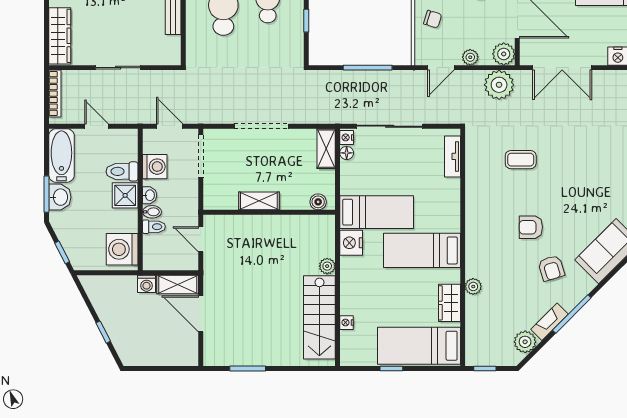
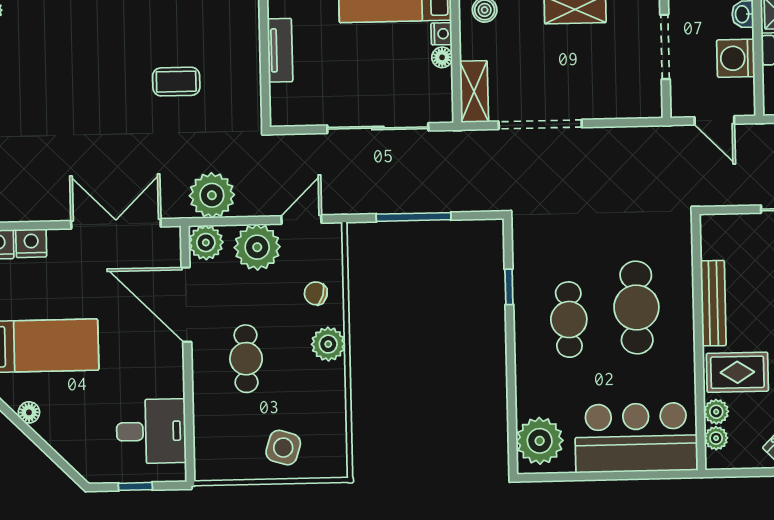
plant: (470, 57) -> (257, 247), width x1.87, depth x1.87
doorway: (261, 126) -> (540, 124), moved
nightstand: (347, 137) -> (441, 34), moved
floor lamp: (347, 153) -> (442, 57), moved
doorway: (201, 156) -> (665, 47), moved
tv unit: (452, 156) -> (280, 50), moved

